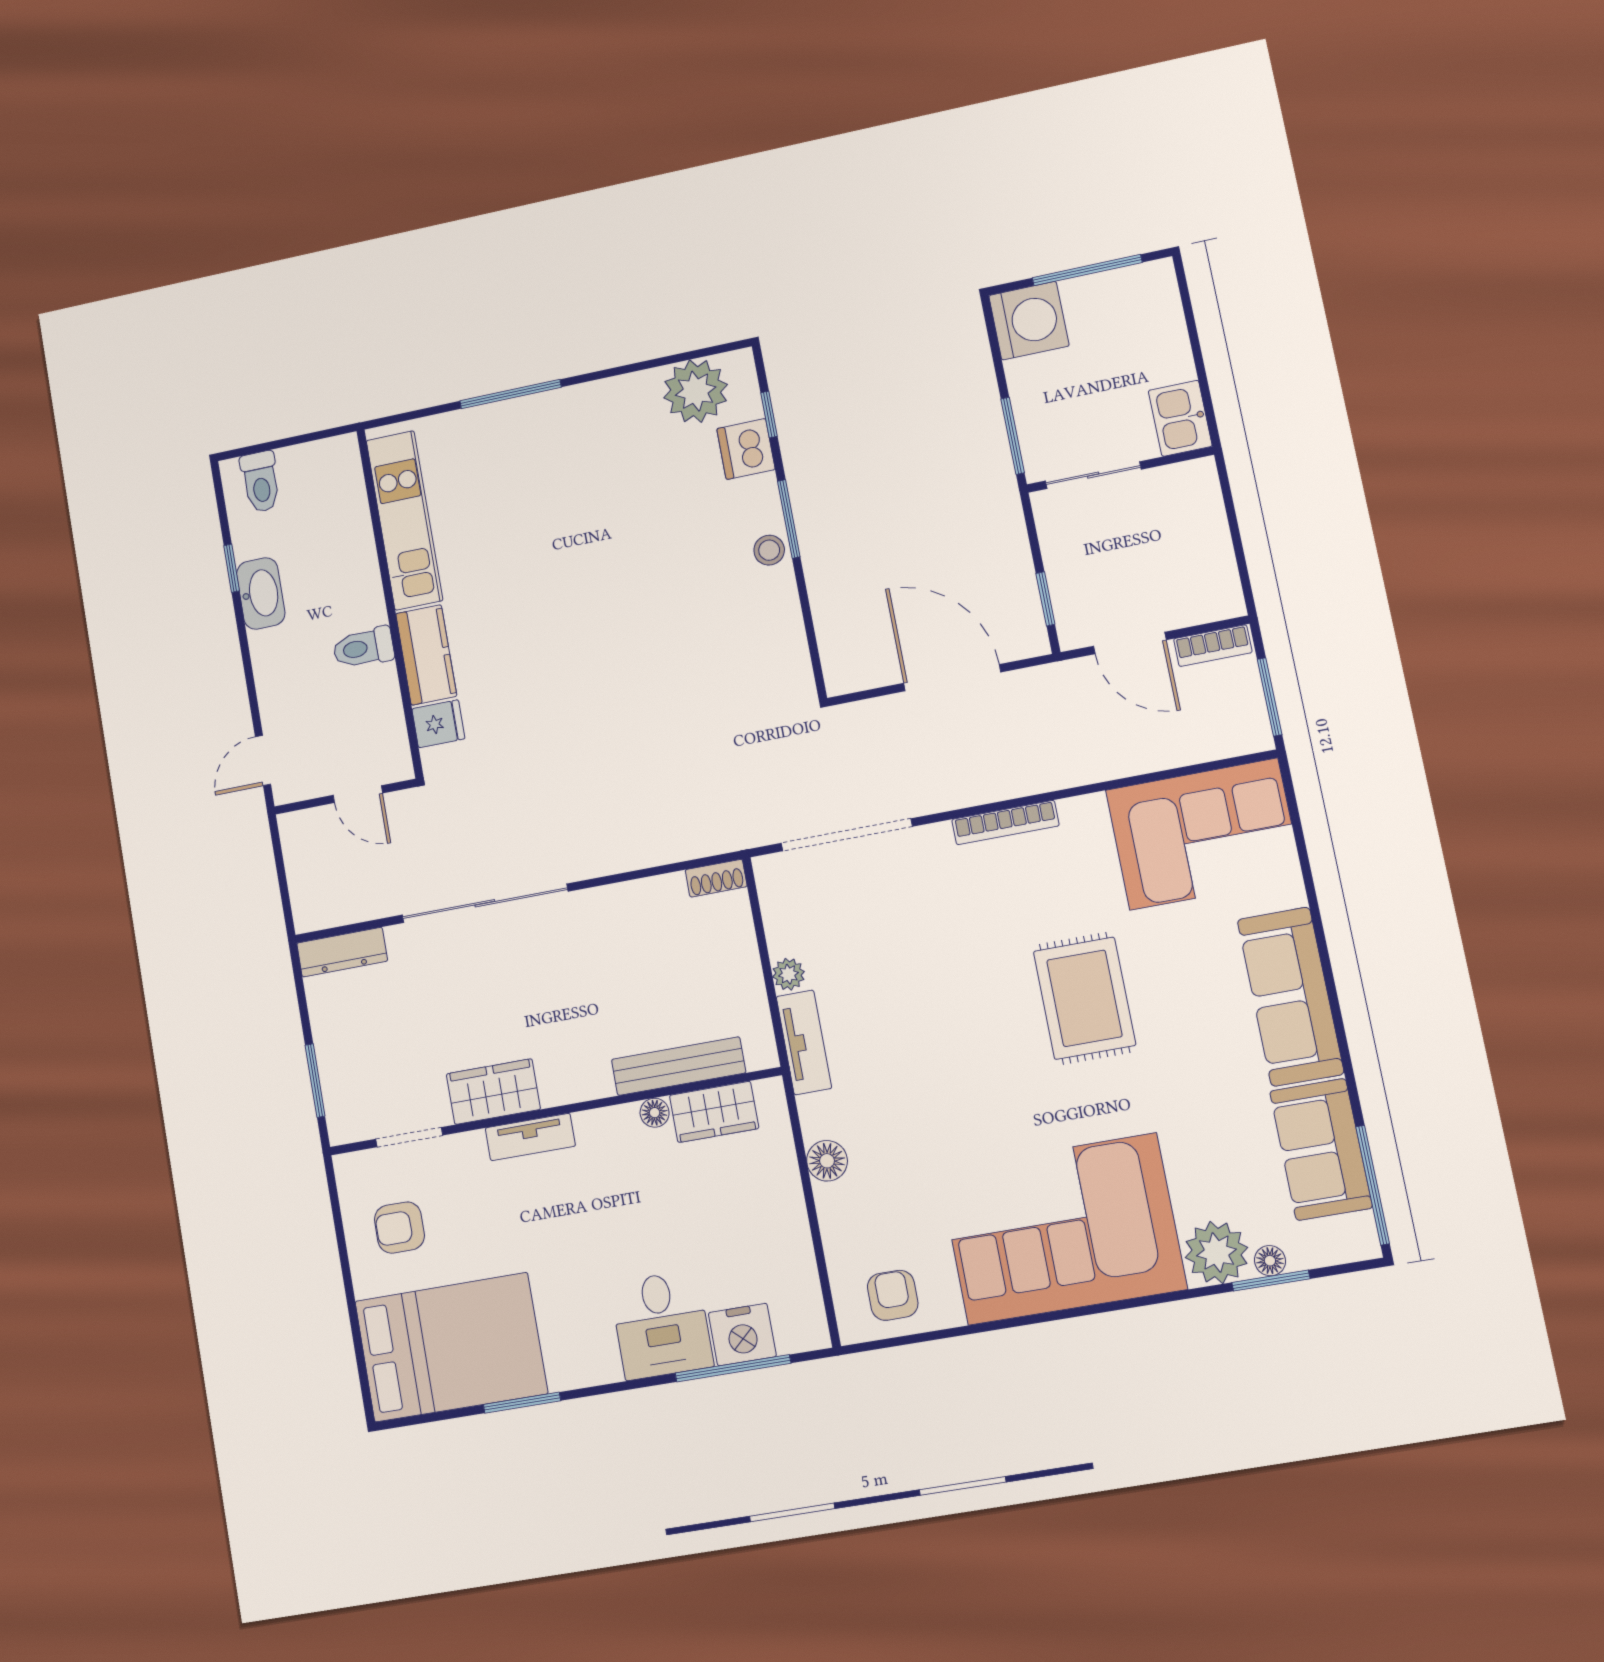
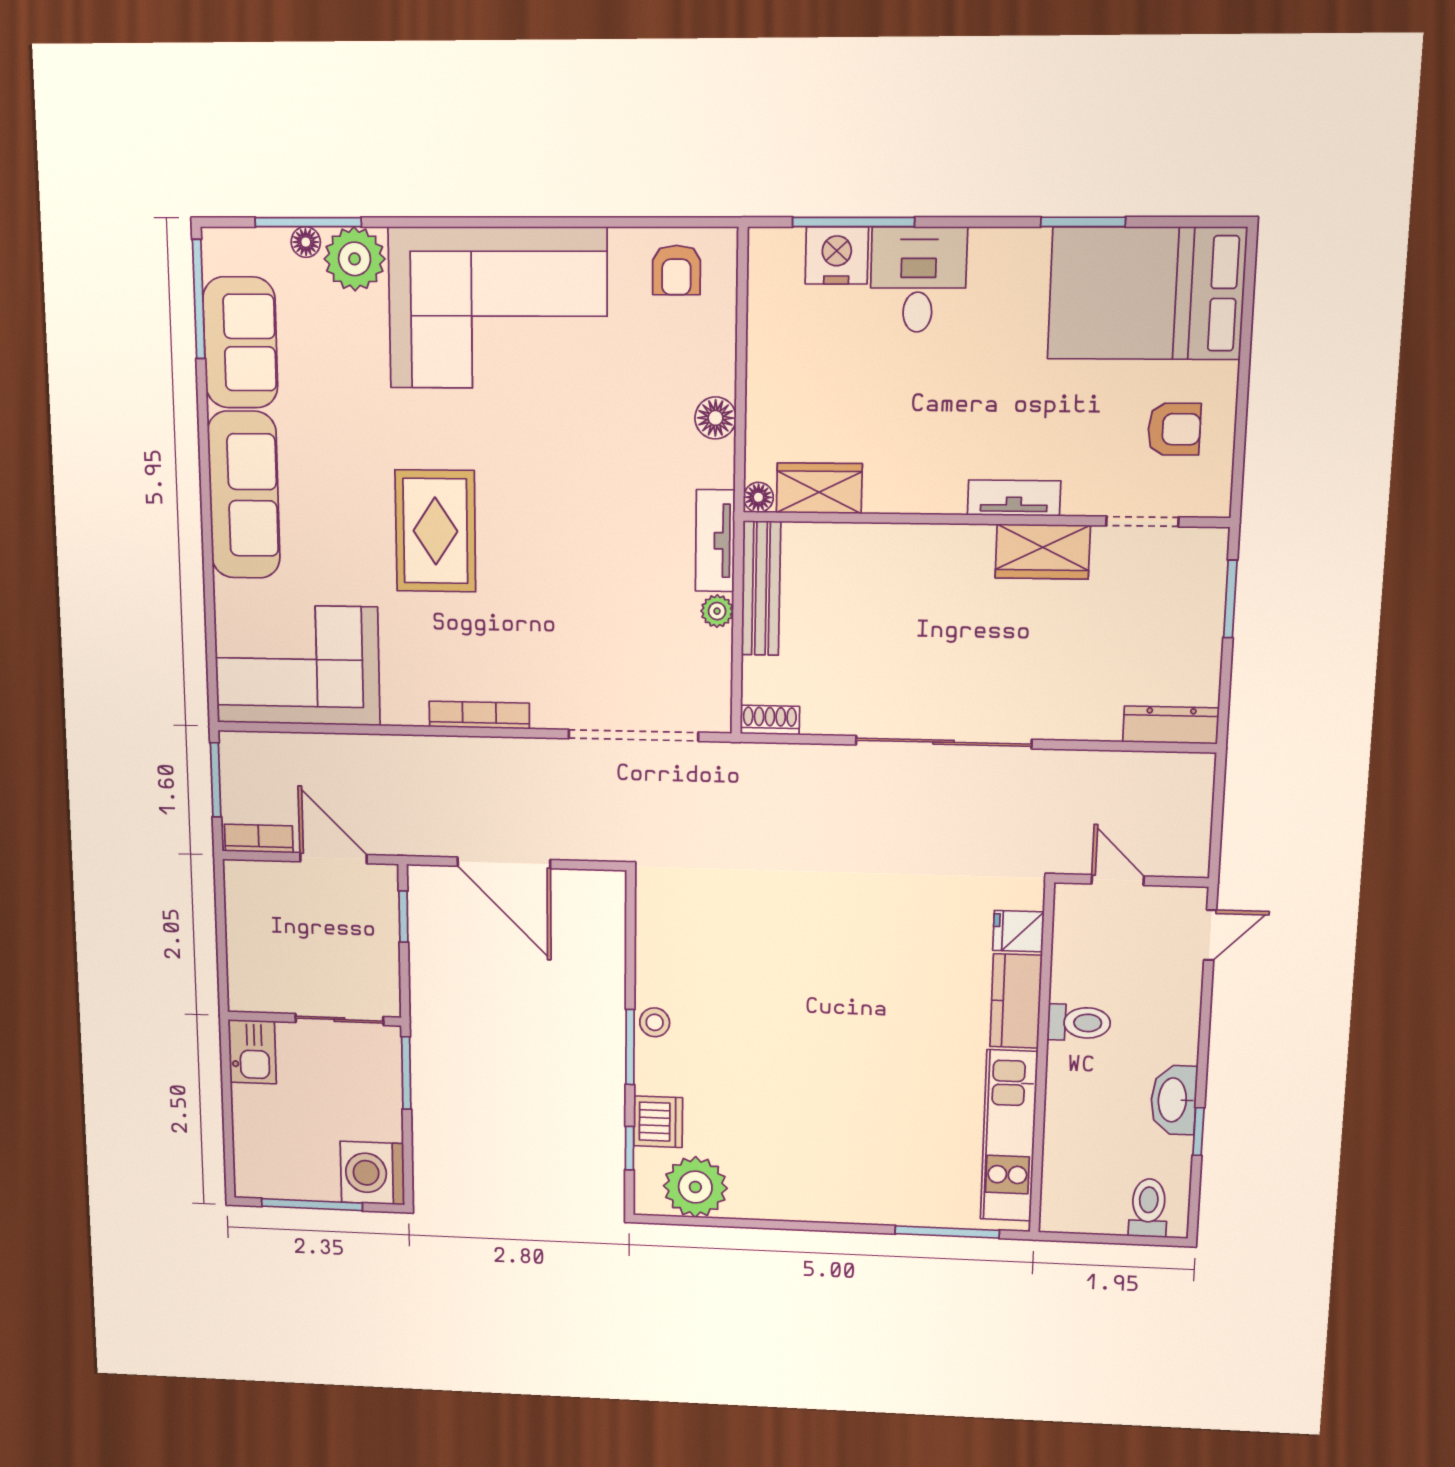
window: (511, 394) -> (947, 1232), moved
sliding door: (485, 903) -> (944, 742), moved
bench: (678, 1066) -> (761, 588), moved, turned 90
floor lamp: (655, 1113) -> (758, 497), moved
window: (1271, 1281) -> (308, 222), width x1.44

